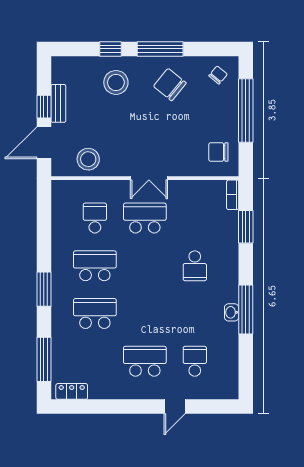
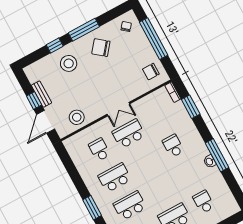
school desk: (195, 266) -> (173, 146), turned 180

